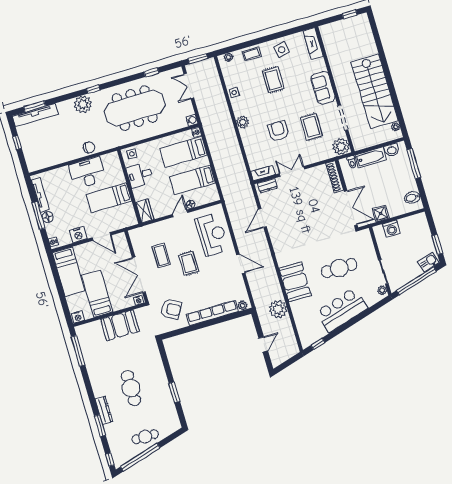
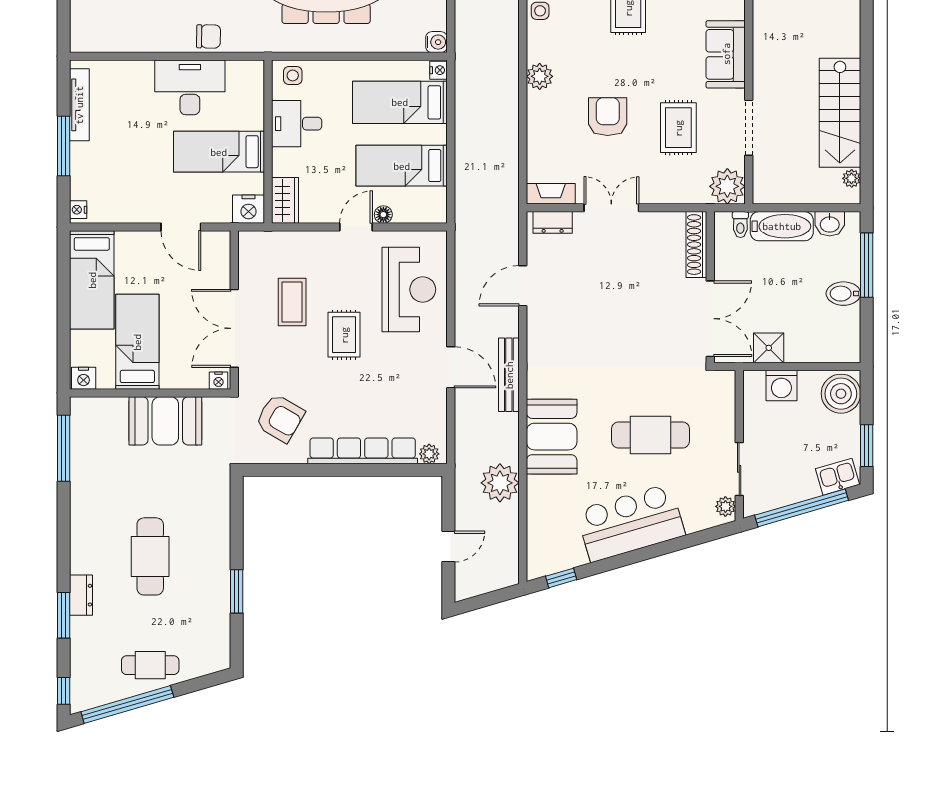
stairs: (375, 91) -> (840, 113), width x0.73, depth x0.66
bidet: (412, 197) -> (843, 294), moved
floor lamp: (48, 217) -> (81, 155), removed
boiler: (419, 225) -> (841, 394), added
nightstand: (78, 235) -> (249, 209), moved
bench: (268, 260) -> (509, 375), added
dresser: (104, 410) -> (81, 595), width x0.70

